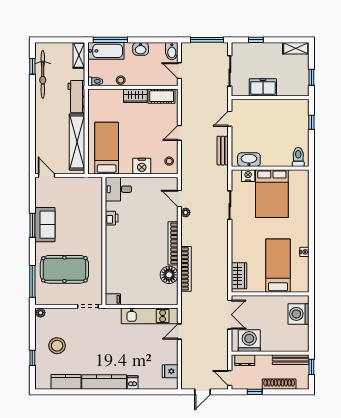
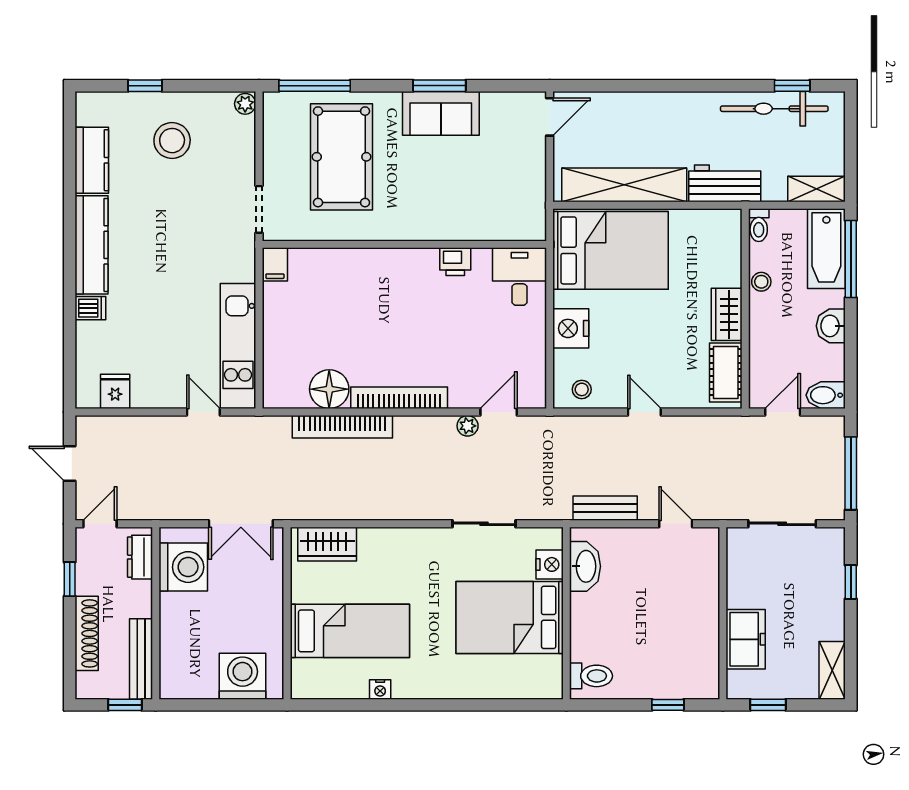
freezer: (263, 87) -> (746, 639), moved
bed: (107, 148) -> (611, 250), width x1.50

